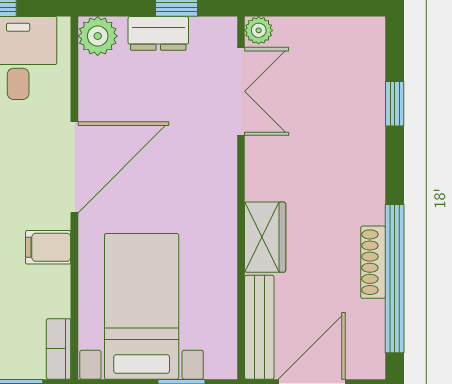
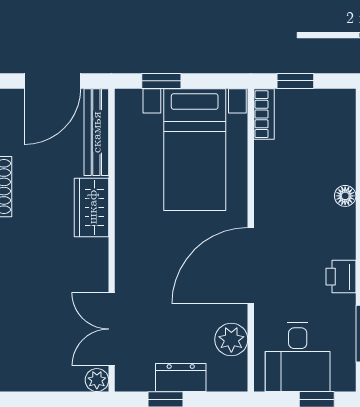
plant: (98, 36) -> (231, 339), moved
filing cabinet: (48, 247) -> (273, 199), removed

